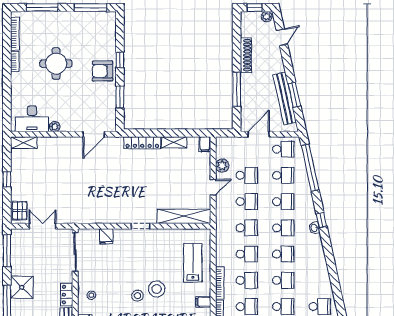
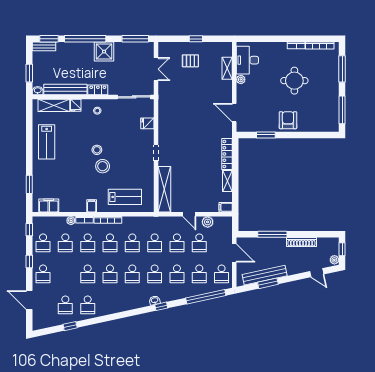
window: (120, 60) -> (297, 135), removed
shelving: (24, 143) -> (227, 68), moved
pallet: (20, 211) -> (190, 61), moved

